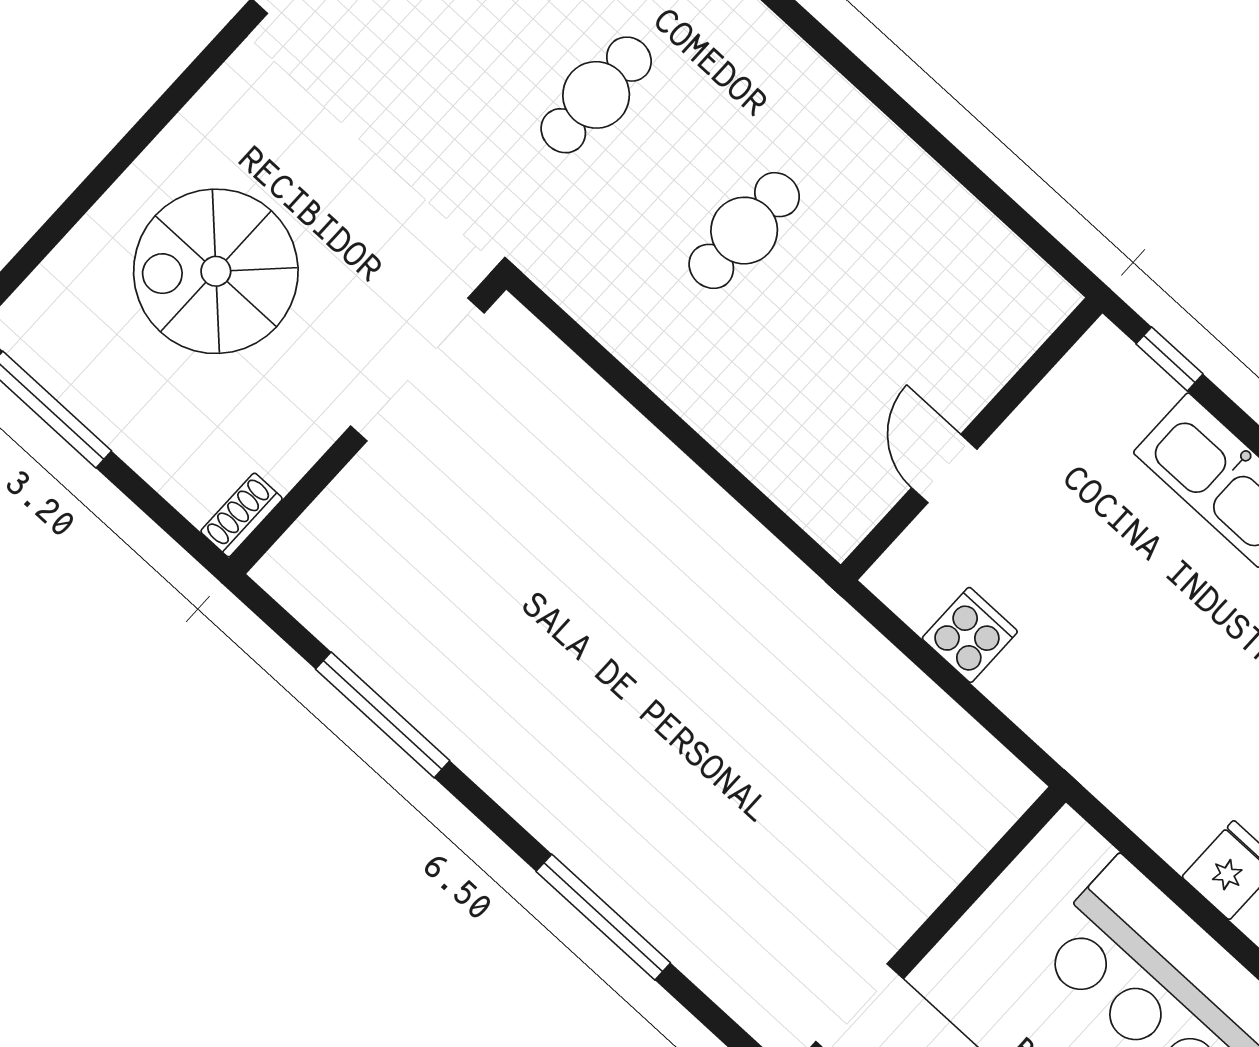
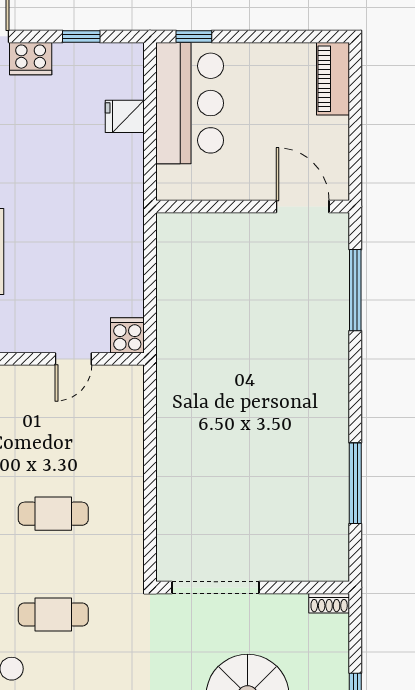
cooker: (970, 635) -> (127, 335), moved, turned 90
window: (603, 917) -> (355, 290), moved

